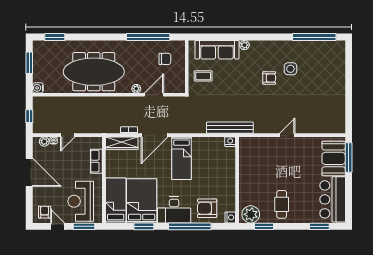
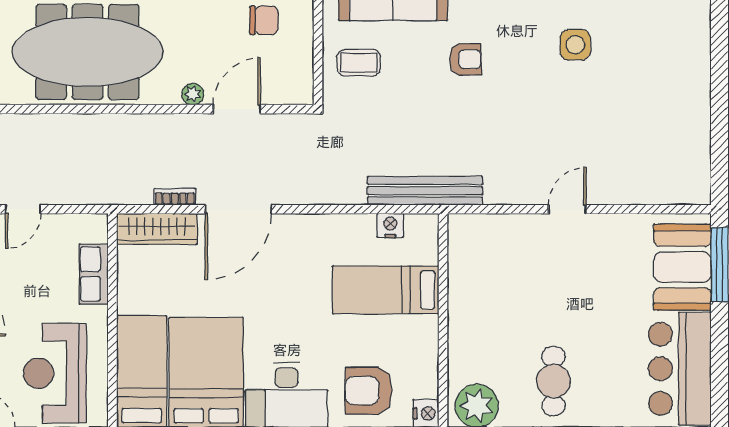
armchair: (269, 78) -> (465, 59), moved
nightstand: (230, 142) -> (390, 226), moved
bed: (181, 158) -> (386, 290), moved, turned 90

